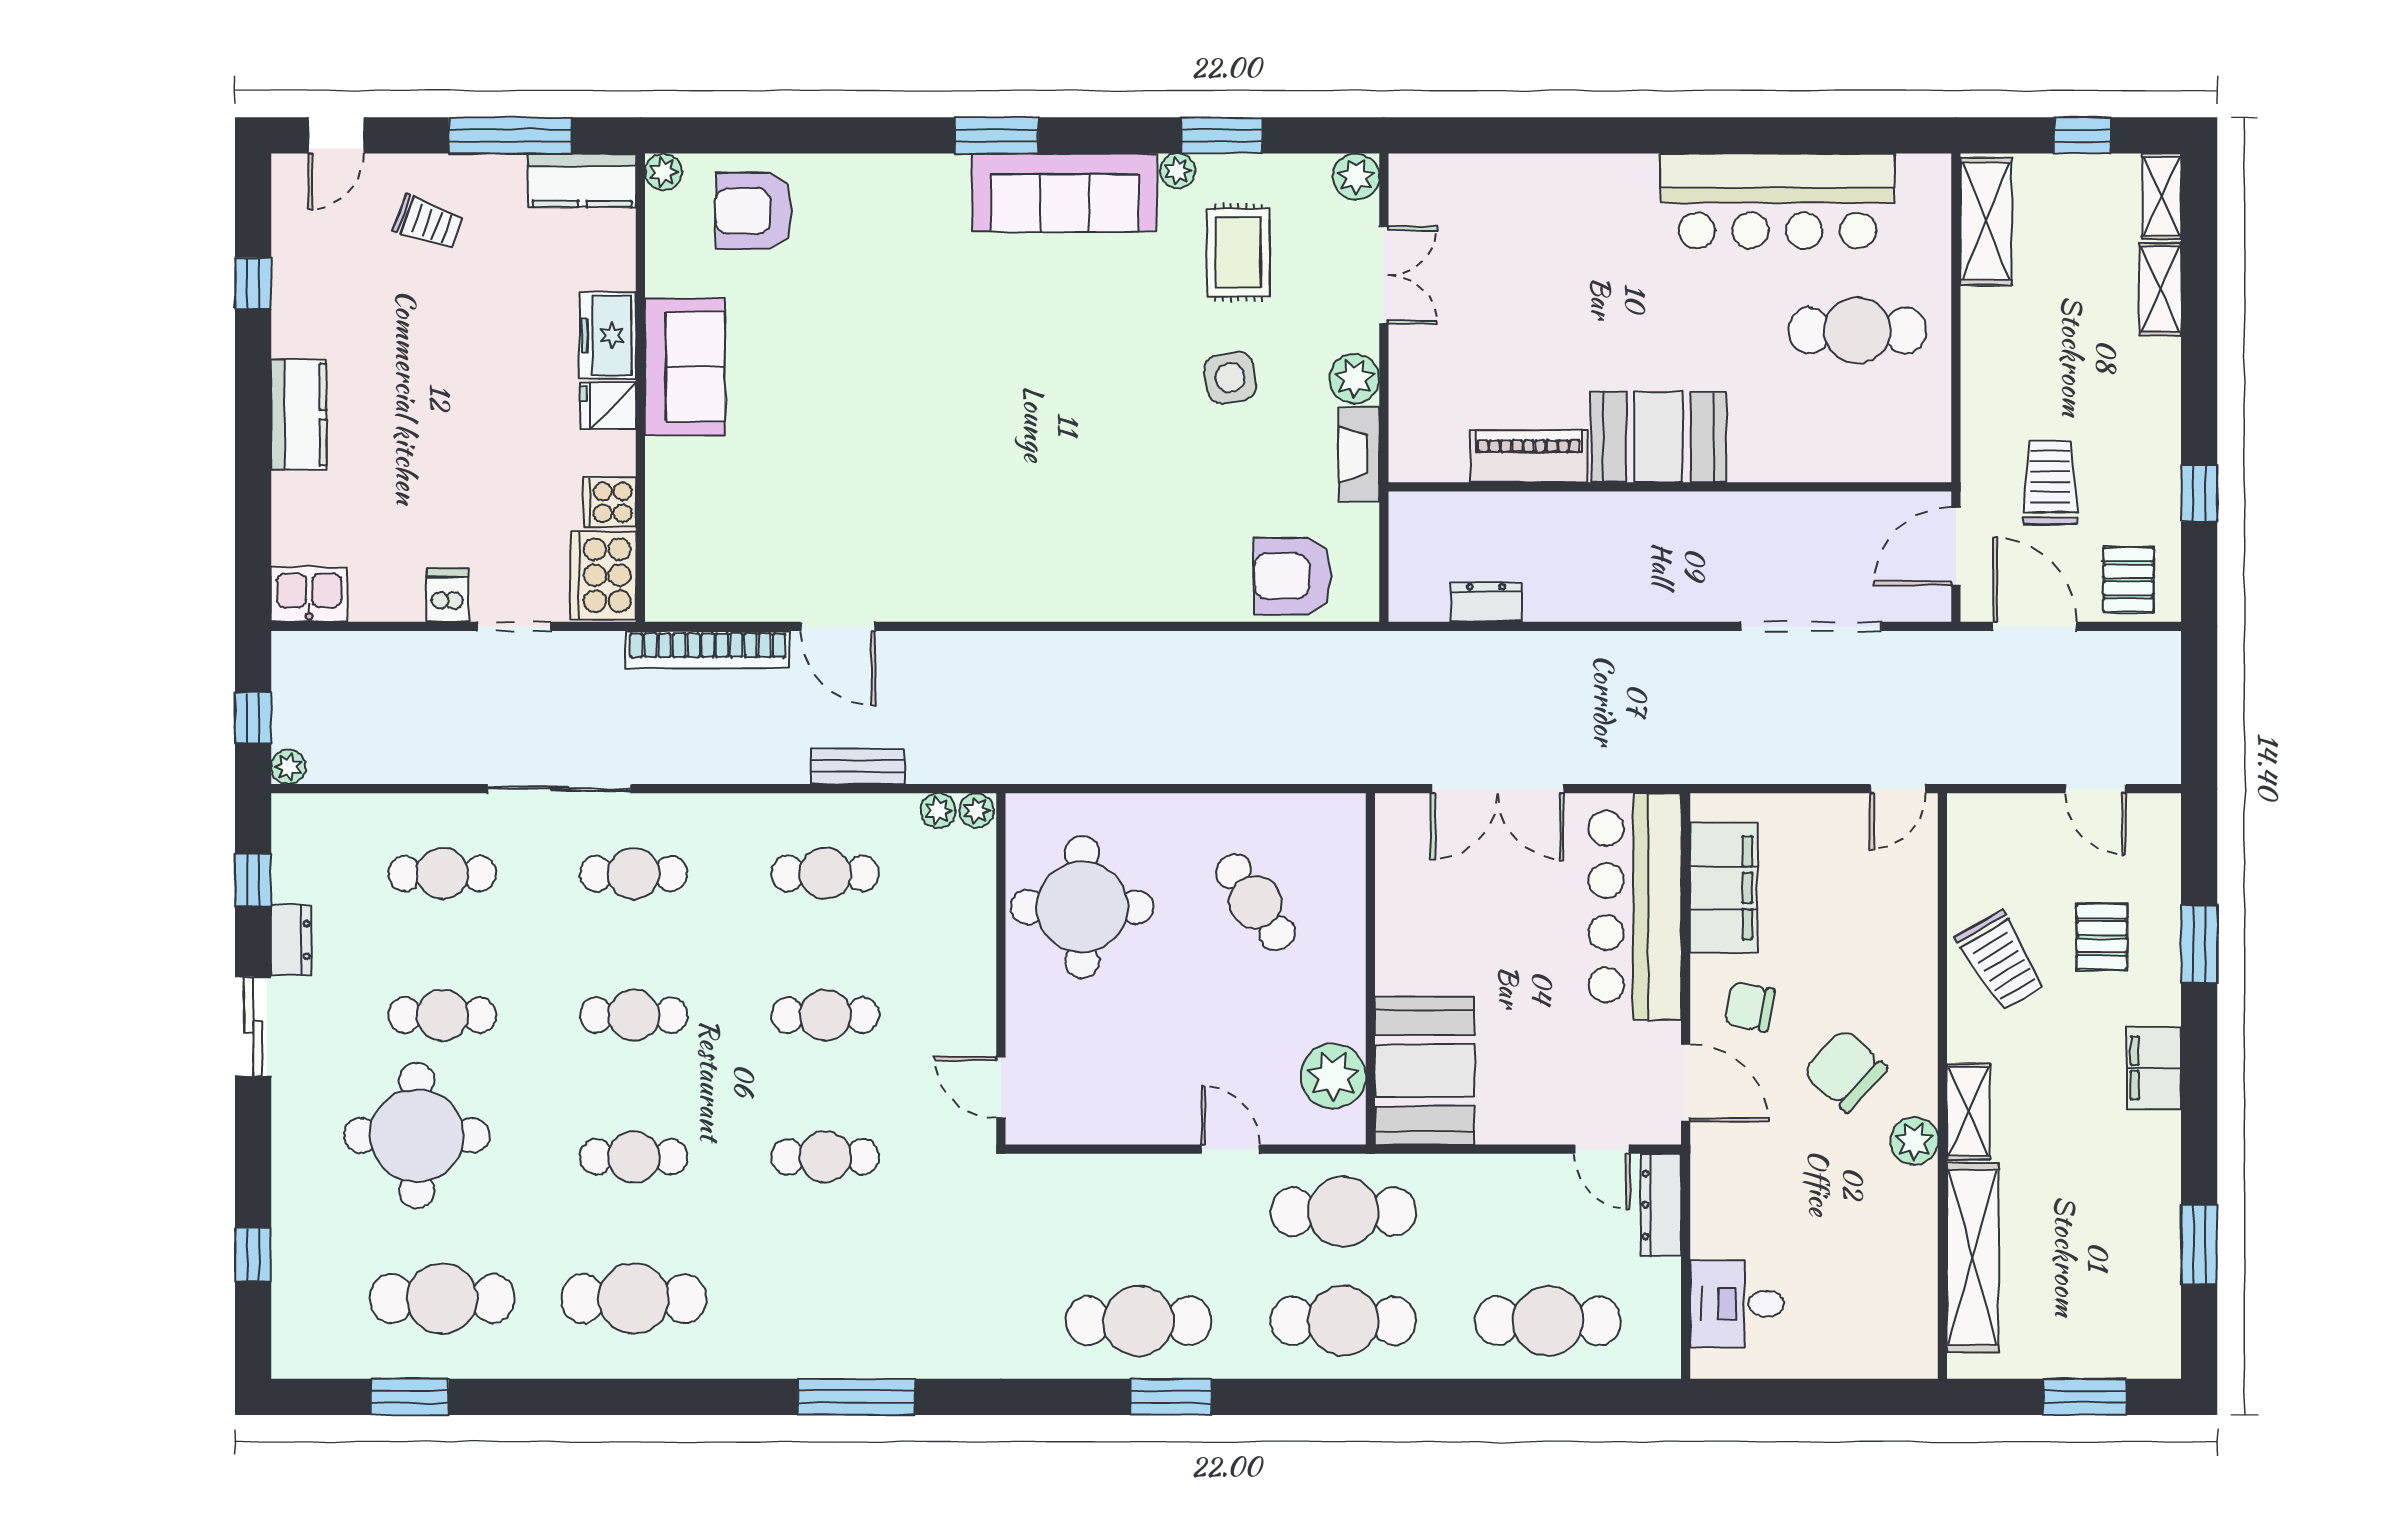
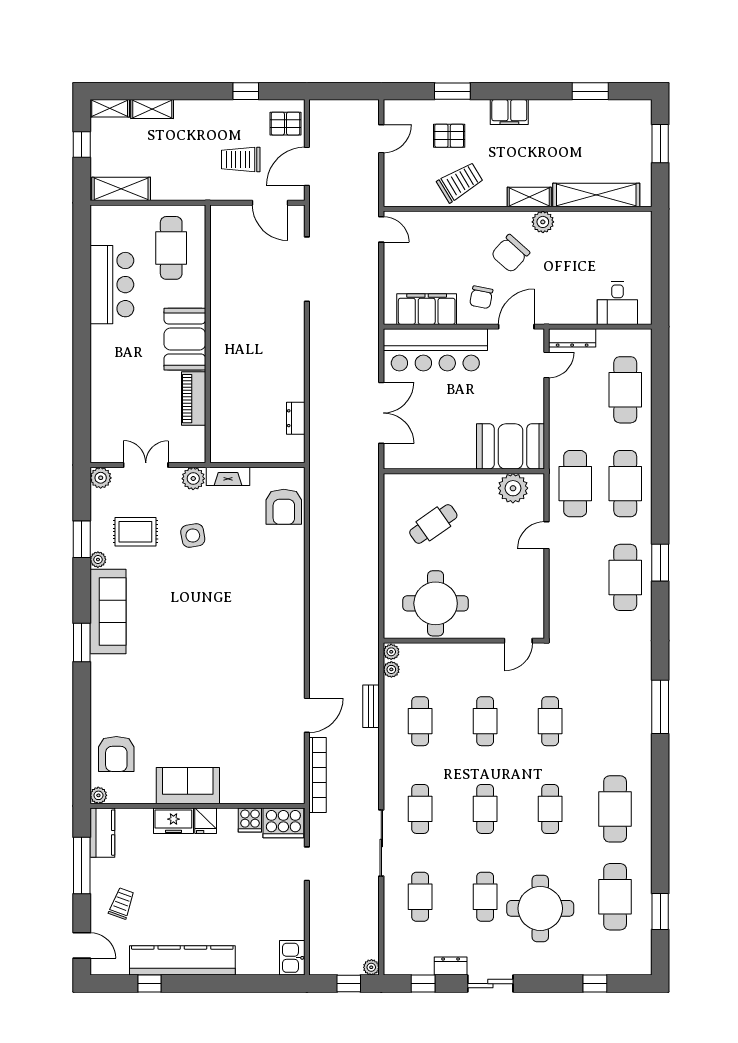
bar counter: (1777, 201) -> (112, 285), width x0.73
kitchen counter: (299, 415) -> (182, 960), width x2.08, depth x1.17
booth: (1659, 437) -> (185, 339), moved
piano: (1529, 456) -> (194, 399), moved
wall: (1670, 487) -> (208, 334), moved
dishwasher: (448, 595) -> (293, 894), removed

